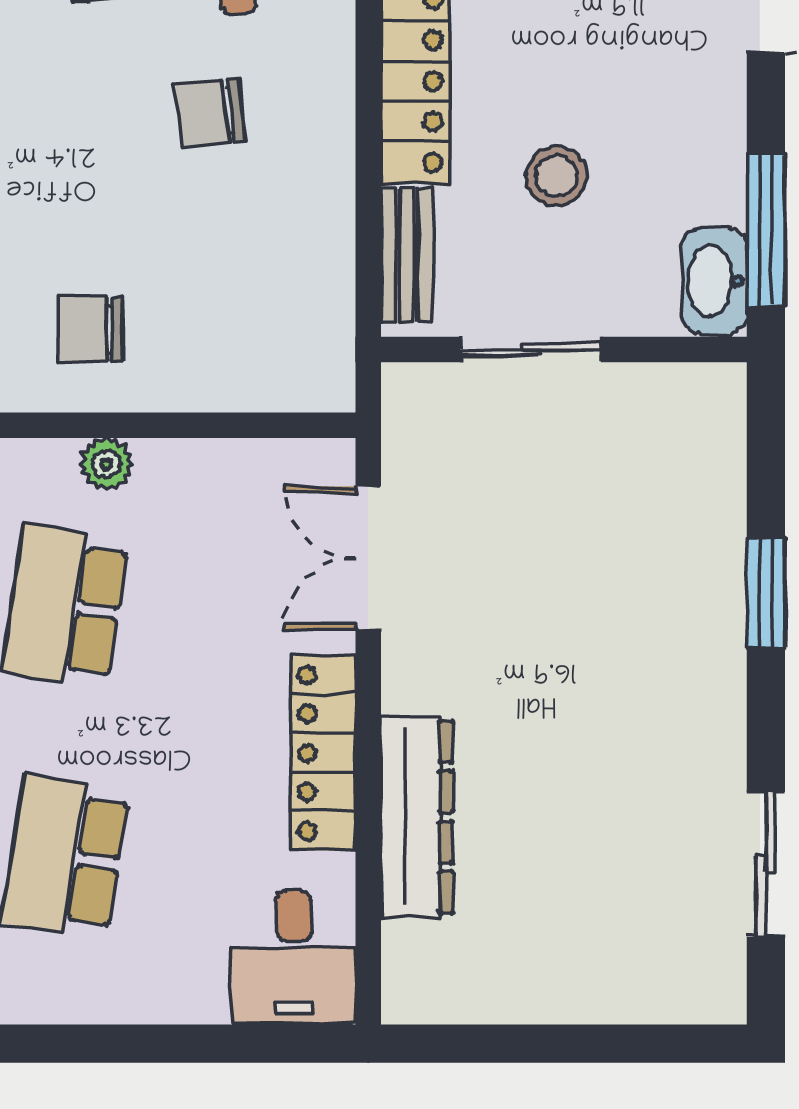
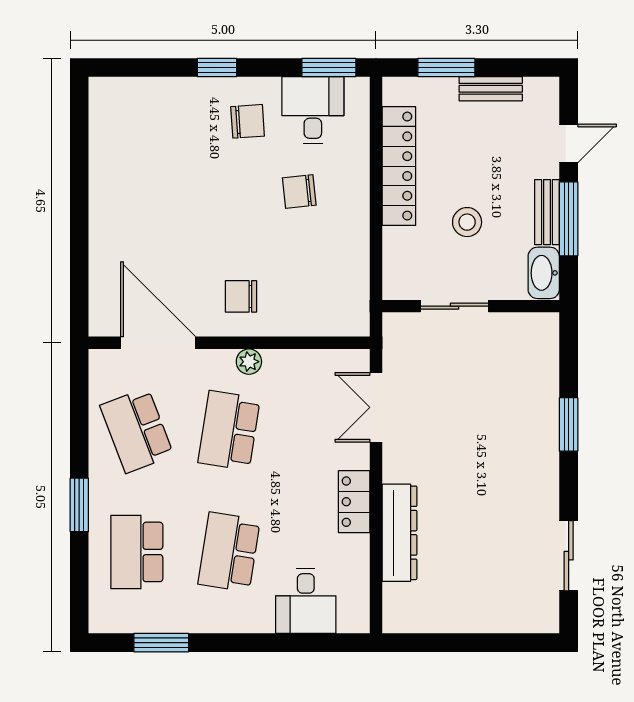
window: (766, 230) -> (569, 219), moved
bench: (407, 255) -> (547, 212), moved
locker: (323, 753) -> (354, 502), width x0.66
desk: (294, 958) -> (306, 601), moved

